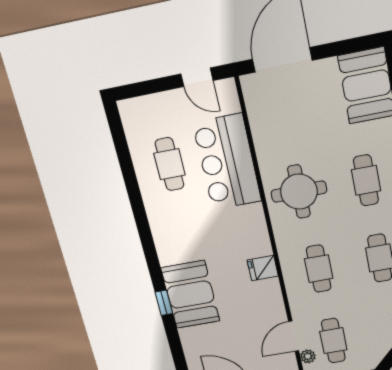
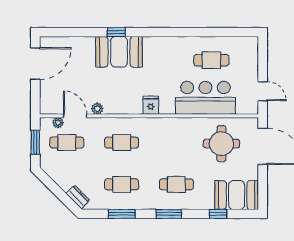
door: (197, 77) -> (263, 91), swing flipped
round table: (299, 192) -> (221, 144), moved
fridge: (263, 268) -> (151, 105), moved
plant: (277, 309) -> (97, 109), added

